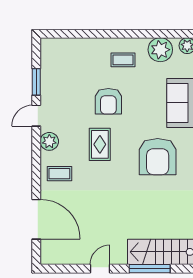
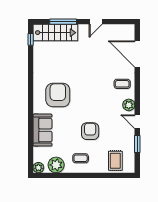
door: (36, 116) -> (137, 122), swing flipped
rug: (100, 144) -> (115, 161), moved

